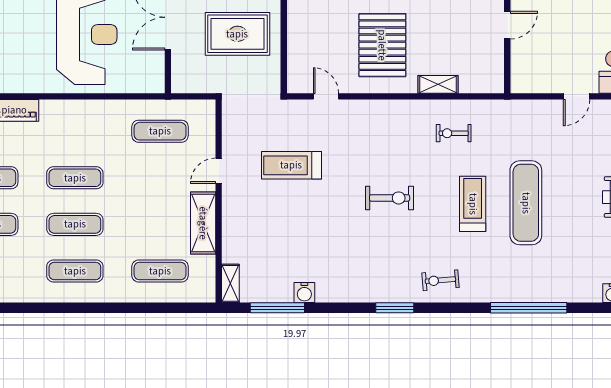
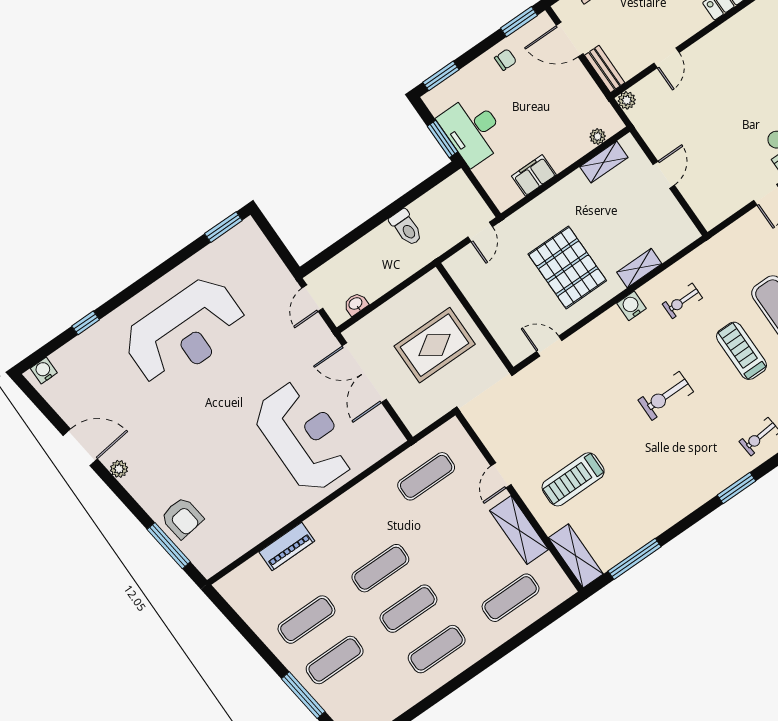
treadmill: (291, 165) -> (573, 479), moved
exercise bike: (390, 198) -> (666, 396), turned 180
shelving: (230, 283) -> (576, 556), width x1.50, depth x1.33
water cooler: (304, 293) -> (631, 306), moved, turned 180

